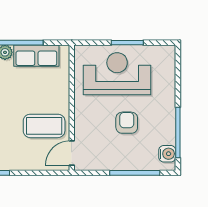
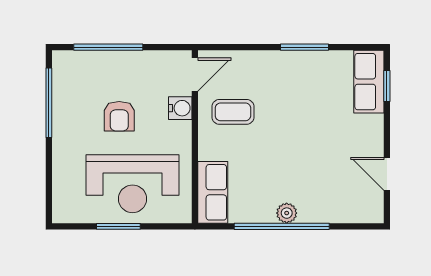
row of seats: (36, 56) -> (213, 192), moved, turned 90
coffee table: (44, 126) -> (233, 112), width x0.73, depth x0.77
water cooler: (167, 154) -> (180, 108), moved, turned 180

